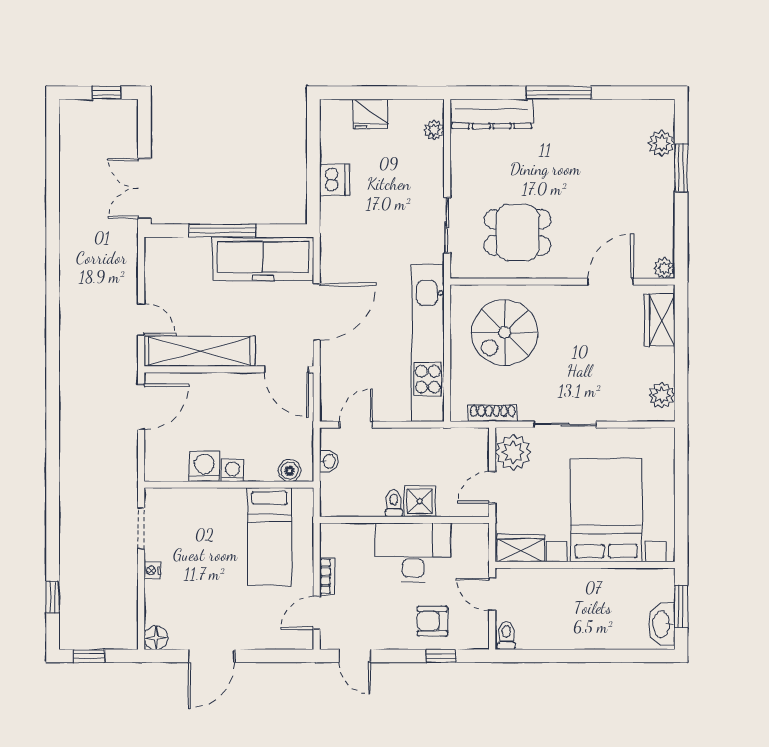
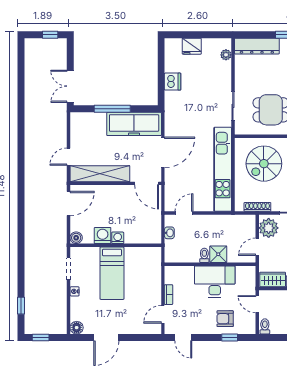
door: (141, 320) -> (69, 157), swing flipped
boiler: (289, 471) -> (76, 238), moved
bed: (270, 537) -> (112, 273), moved

